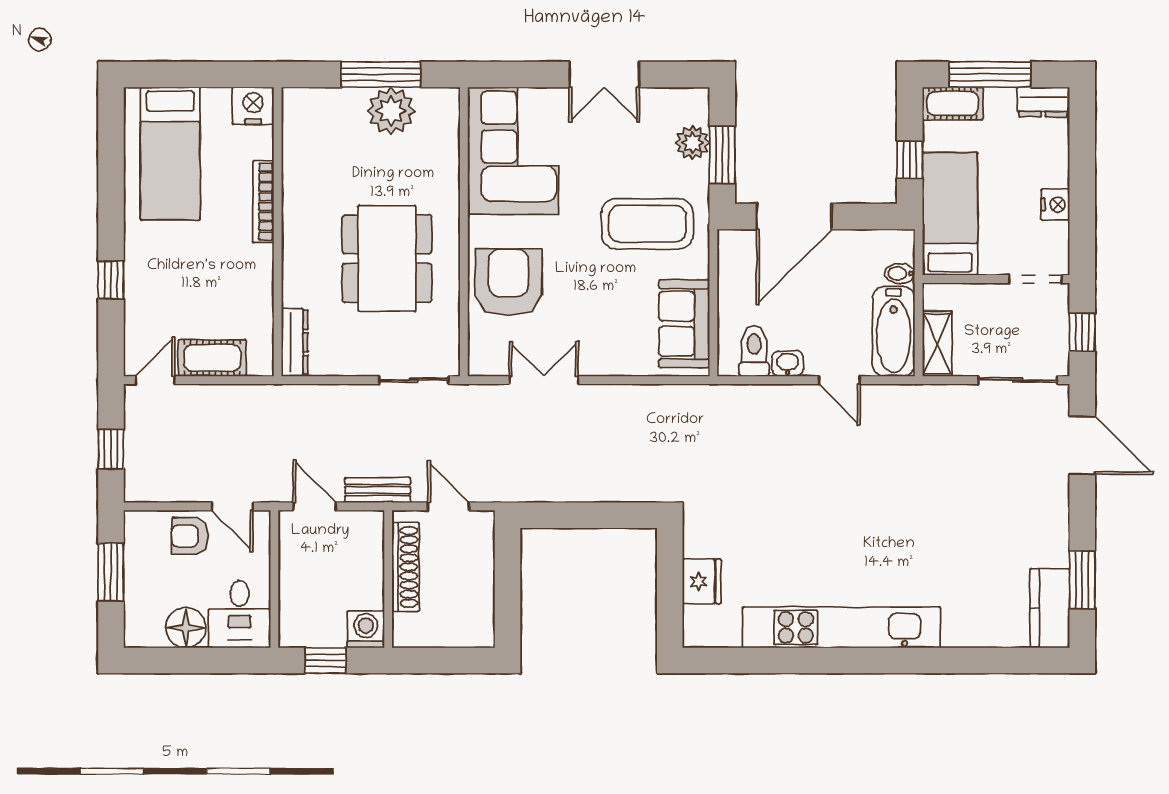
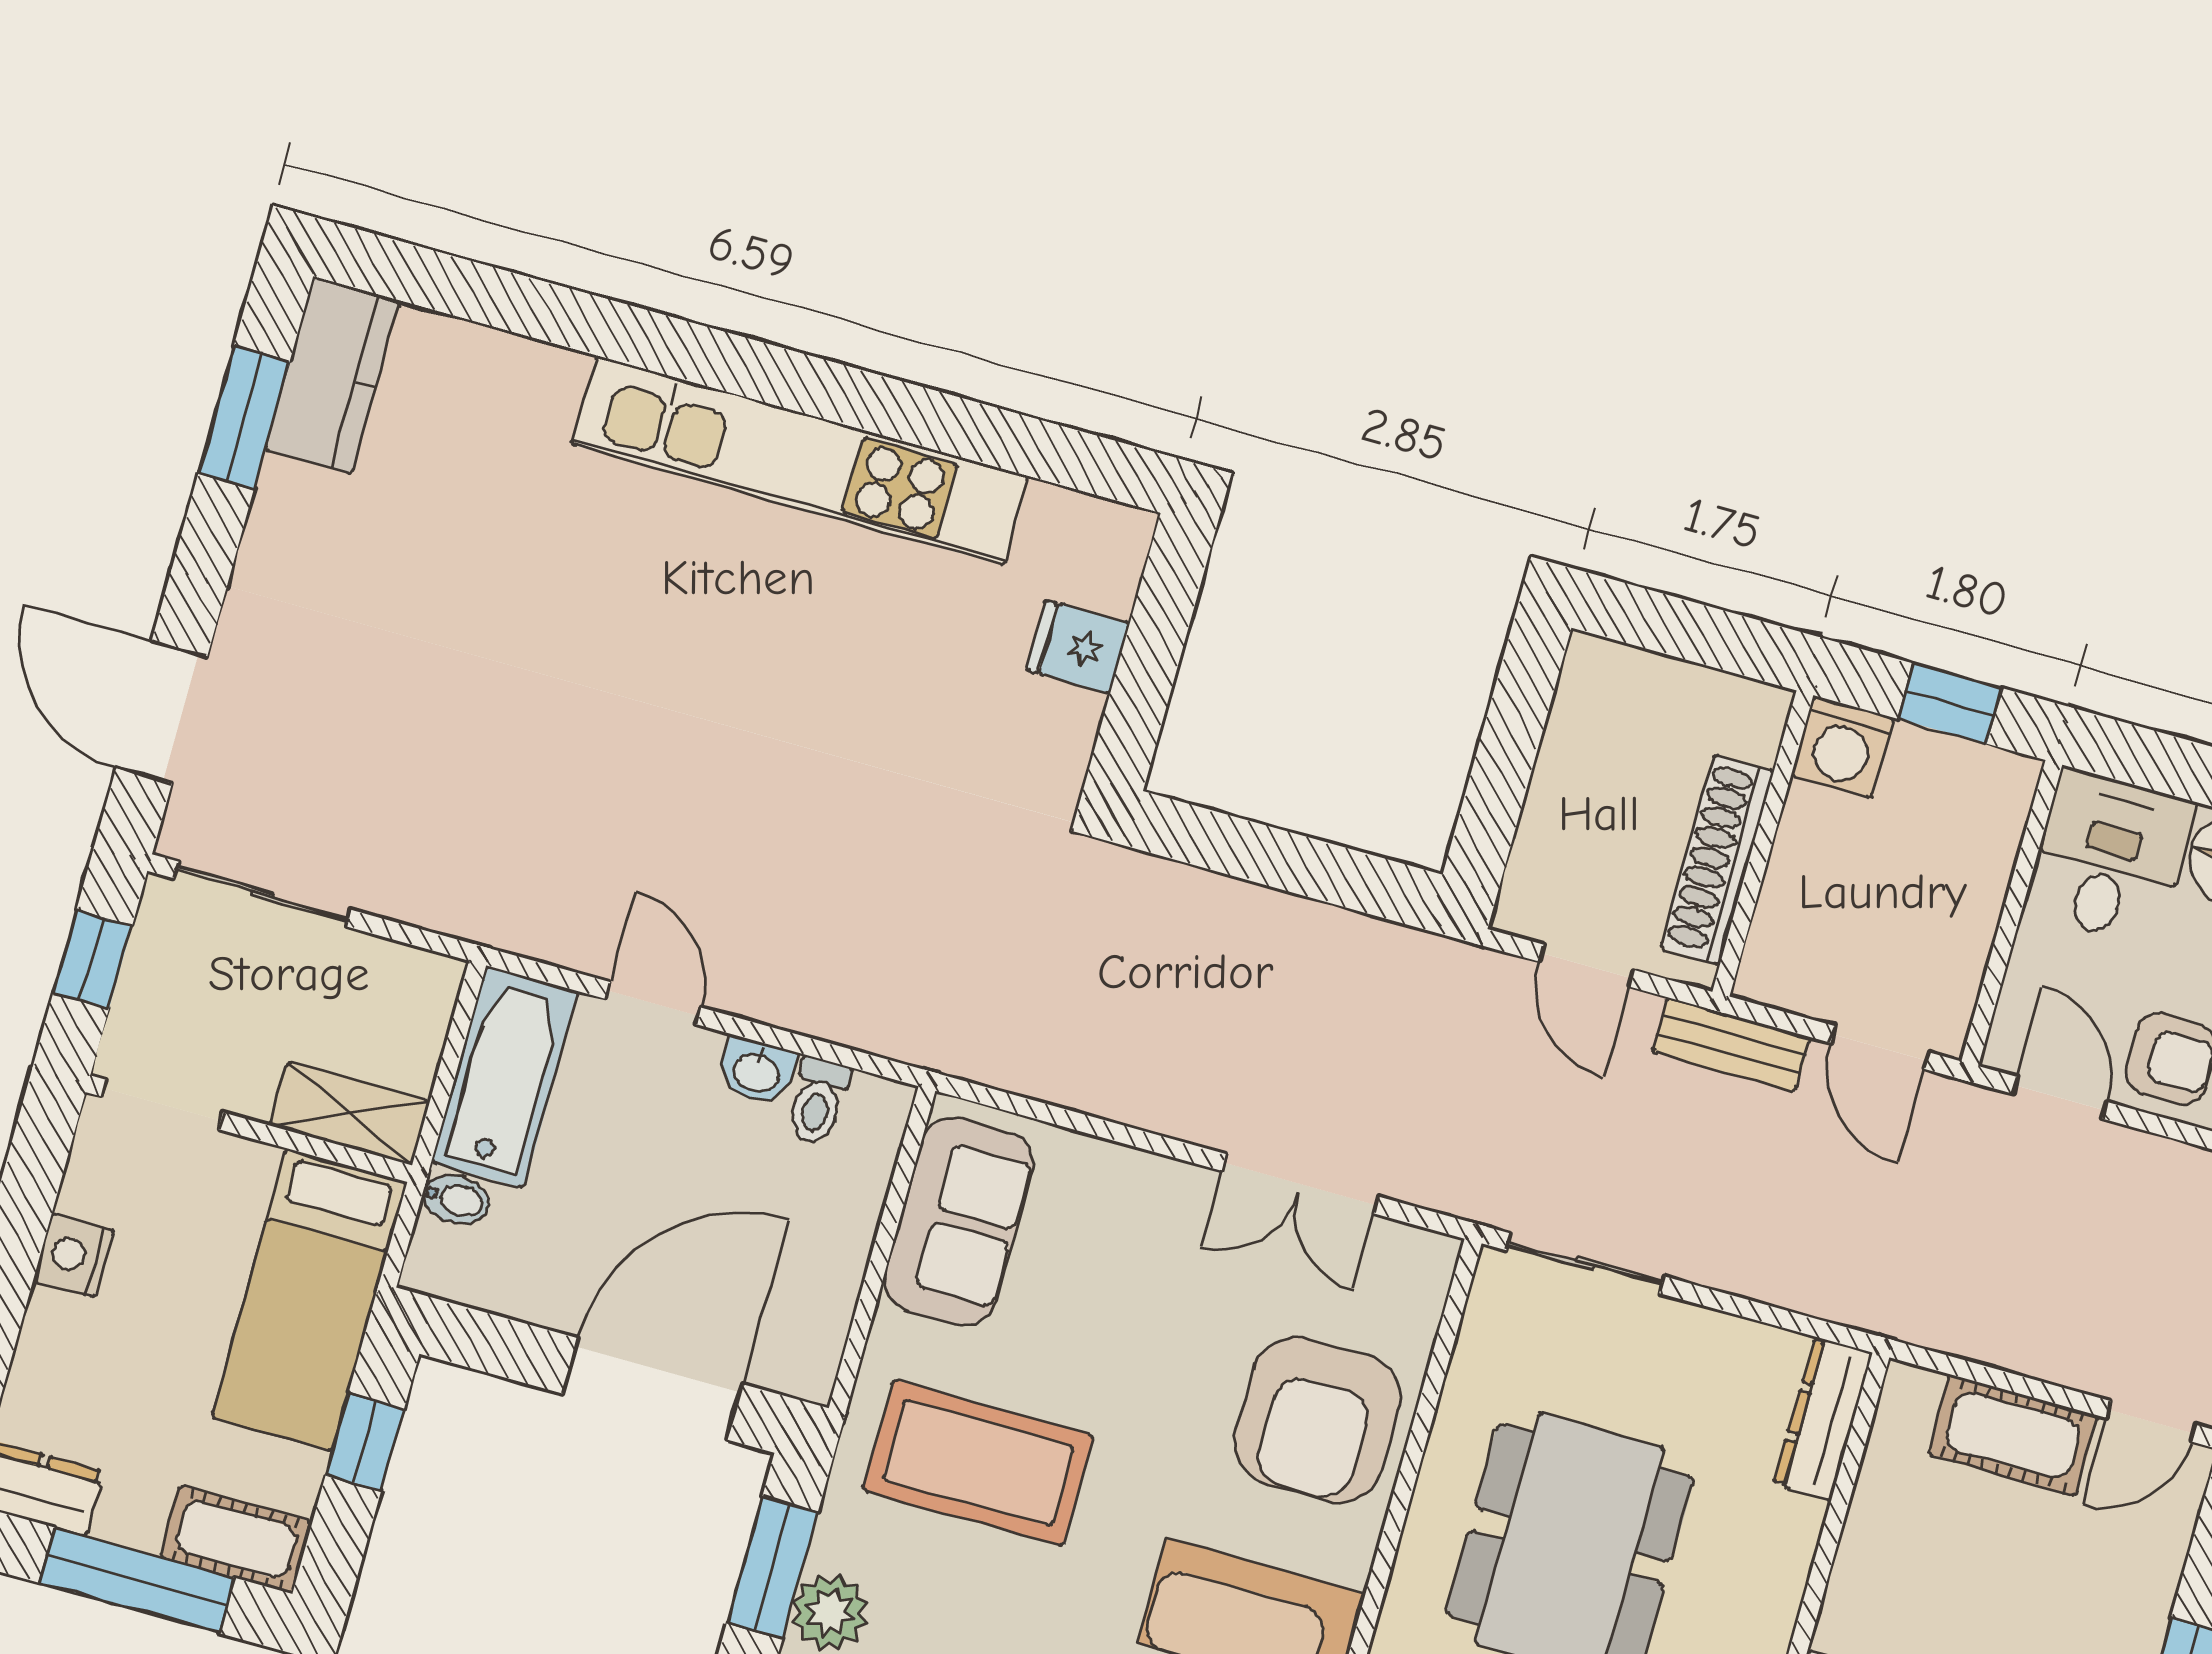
shelving: (937, 344) -> (350, 1113), moved, turned 90
toilet: (754, 351) -> (818, 1101), width x0.73, depth x0.72
fridge: (702, 581) -> (1078, 647), width x0.72

